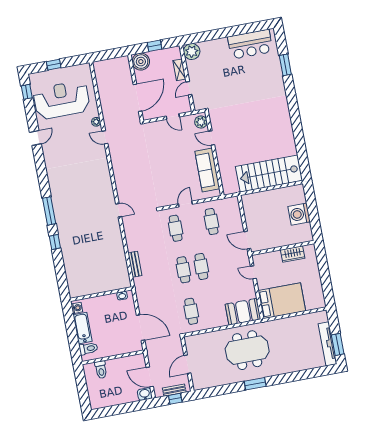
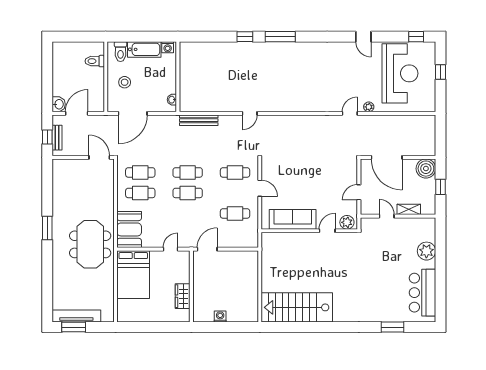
plant: (192, 51) -> (426, 251), moved
stairs: (269, 174) -> (297, 307), moved, turned -90
door: (119, 210) -> (250, 113), moved
washing machine: (299, 214) -> (220, 317), width x0.53, depth x0.53
bench: (135, 264) -> (199, 120), width x1.36
cafe table: (209, 308) -> (140, 193), added
stool: (115, 340) -> (125, 82), added
meeting table: (247, 350) -> (90, 244), moved
door: (187, 364) -> (99, 157), moved

